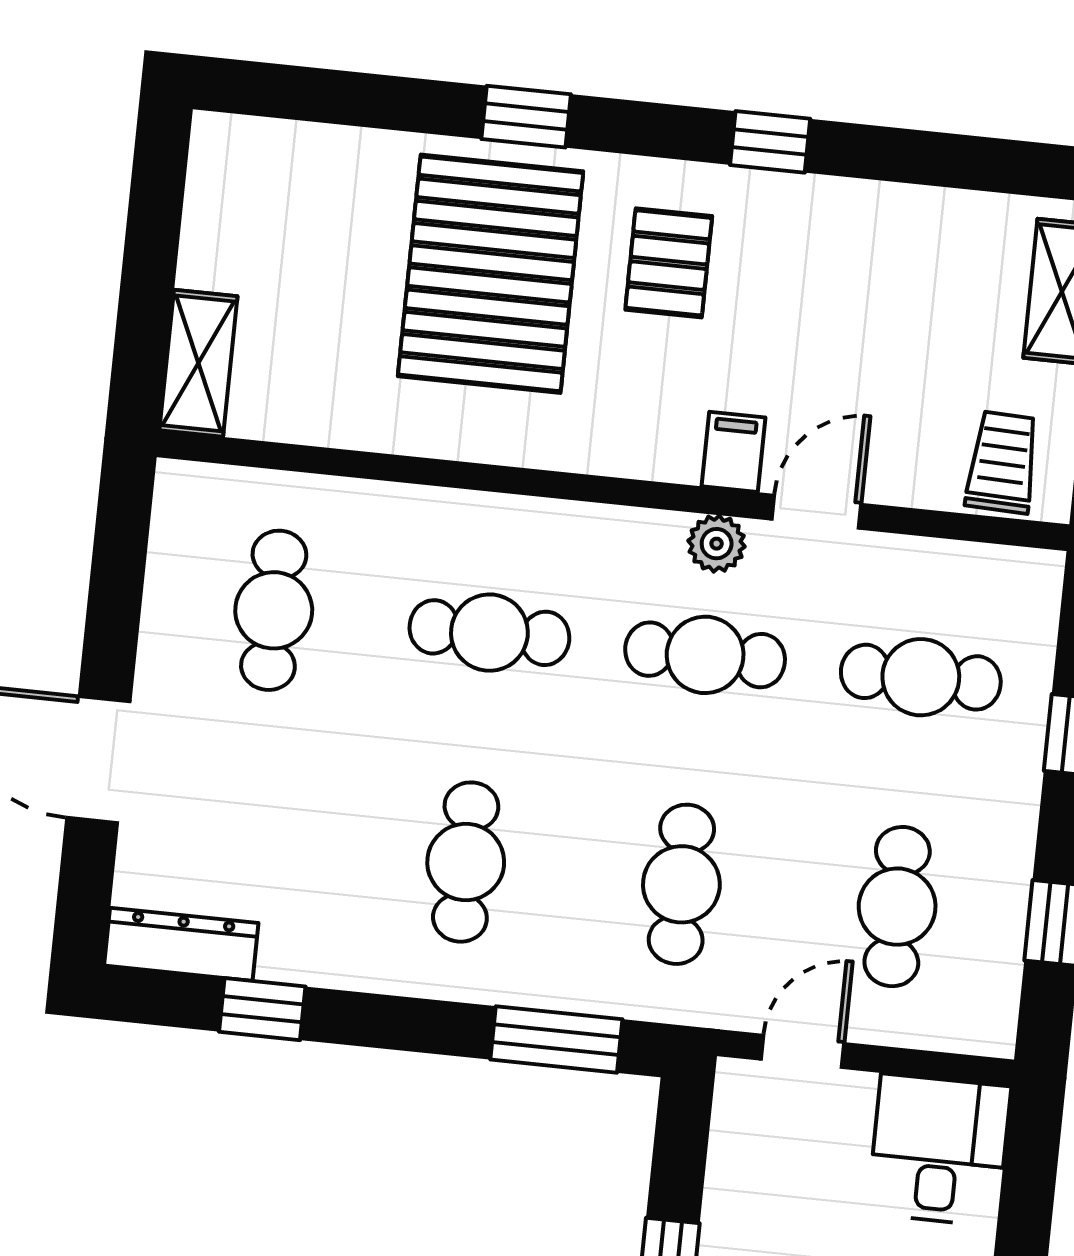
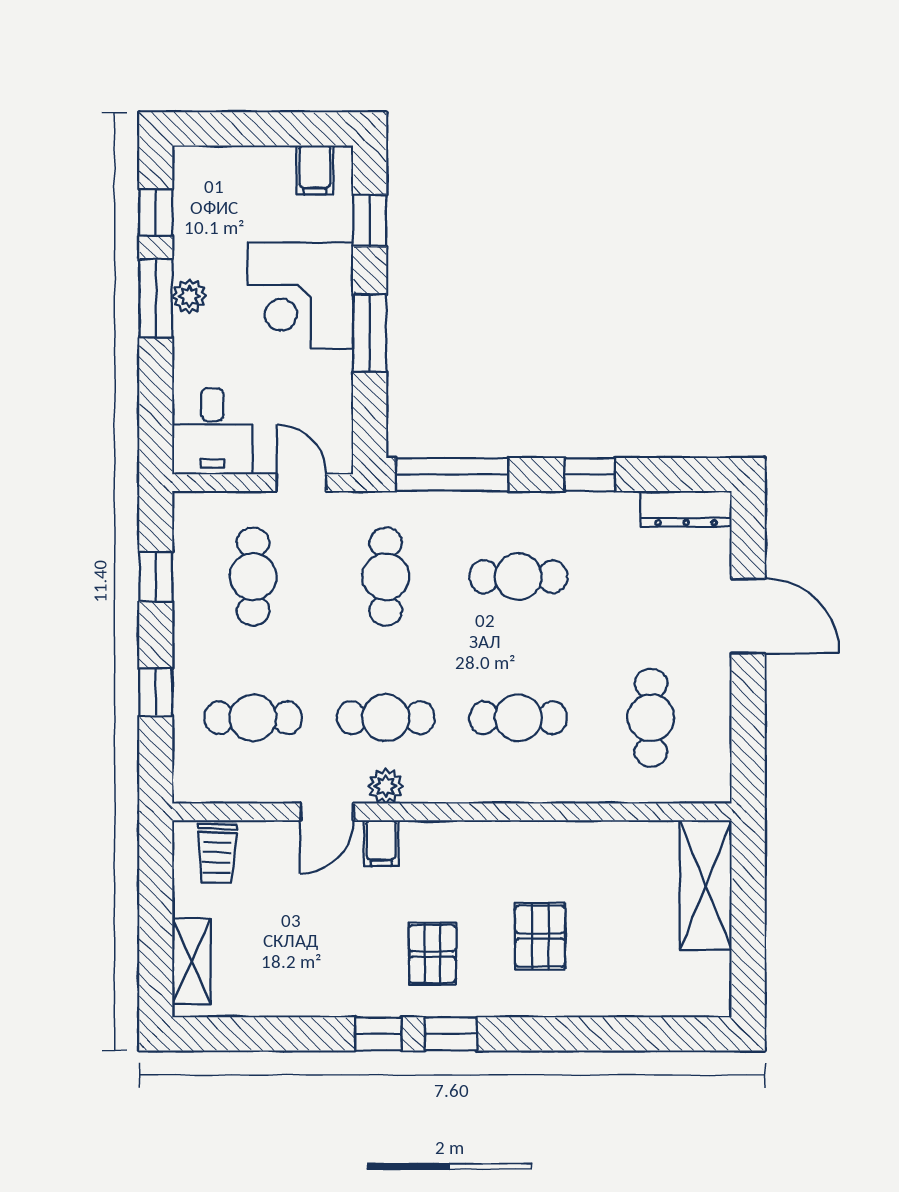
window: (526, 117) -> (451, 1034), moved
pallet: (491, 274) -> (540, 936), width x0.49, depth x0.50
shelving: (198, 363) -> (706, 885), width x1.50, depth x1.33
cafe table: (466, 862) -> (518, 577), turned 90
window: (262, 1009) -> (590, 474), moved
window: (556, 1039) -> (452, 474), width x1.44
door: (803, 1051) -> (301, 483), swing flipped

